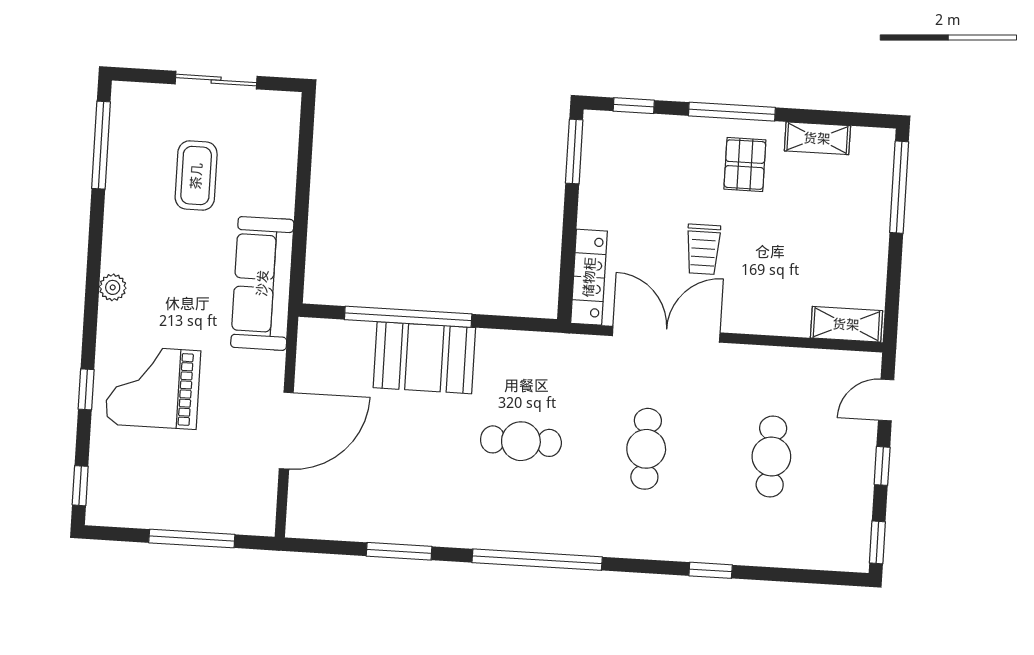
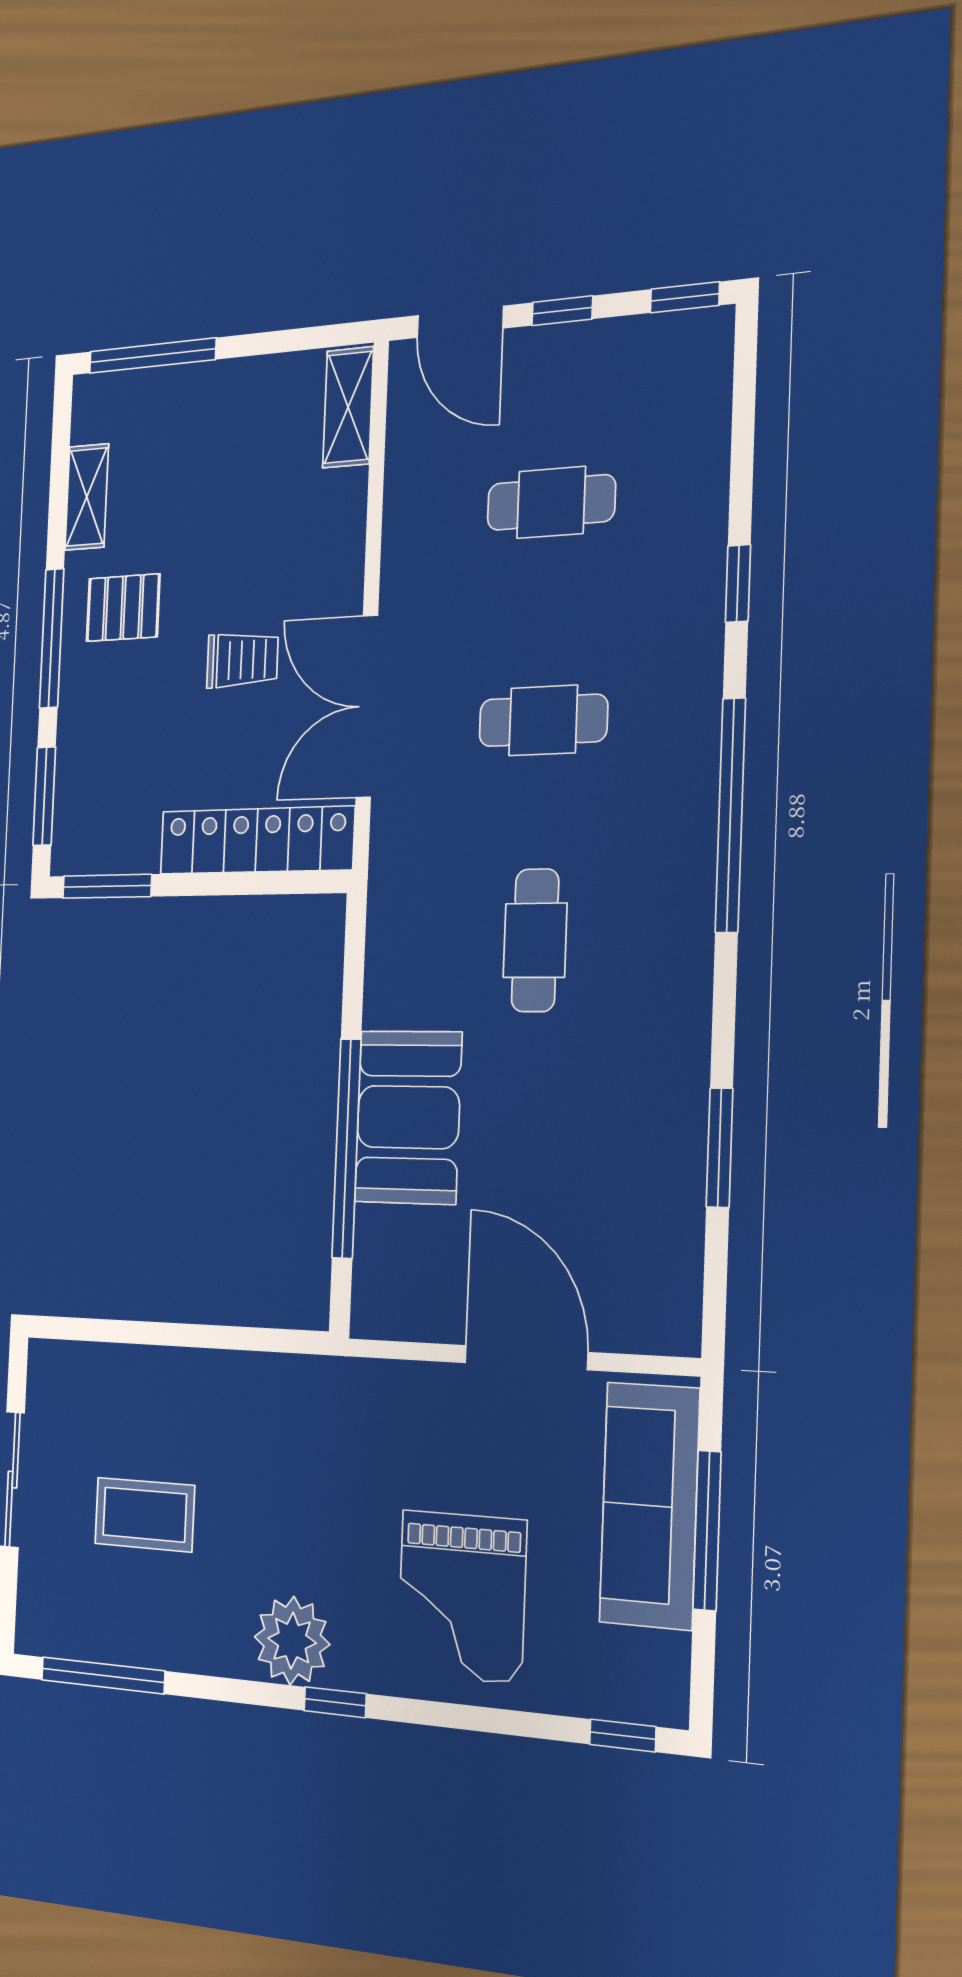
window: (634, 106) -> (44, 796), width x1.50
locker: (589, 277) -> (256, 840), width x1.41, depth x1.21
sofa: (262, 283) -> (650, 1506), moved, turned 90
plant: (113, 287) -> (292, 1641), width x1.87, depth x1.87
window: (86, 389) -> (335, 1702), moved
door: (886, 400) -> (460, 322), width x1.38
window: (537, 560) -> (730, 815), moved

